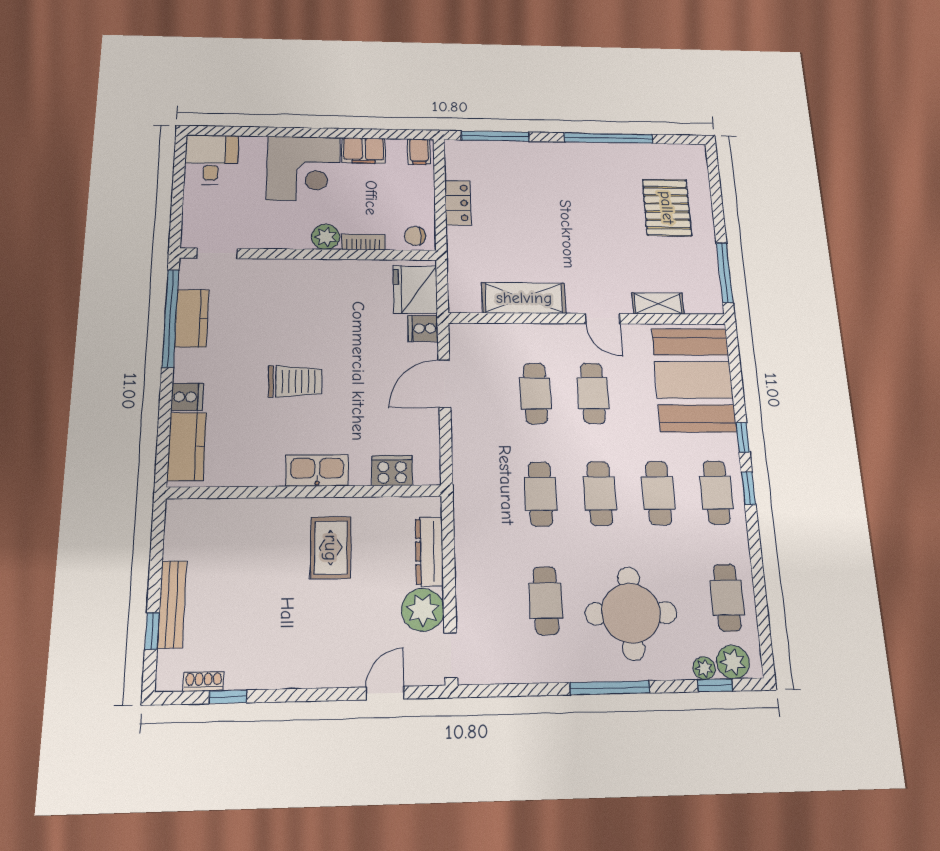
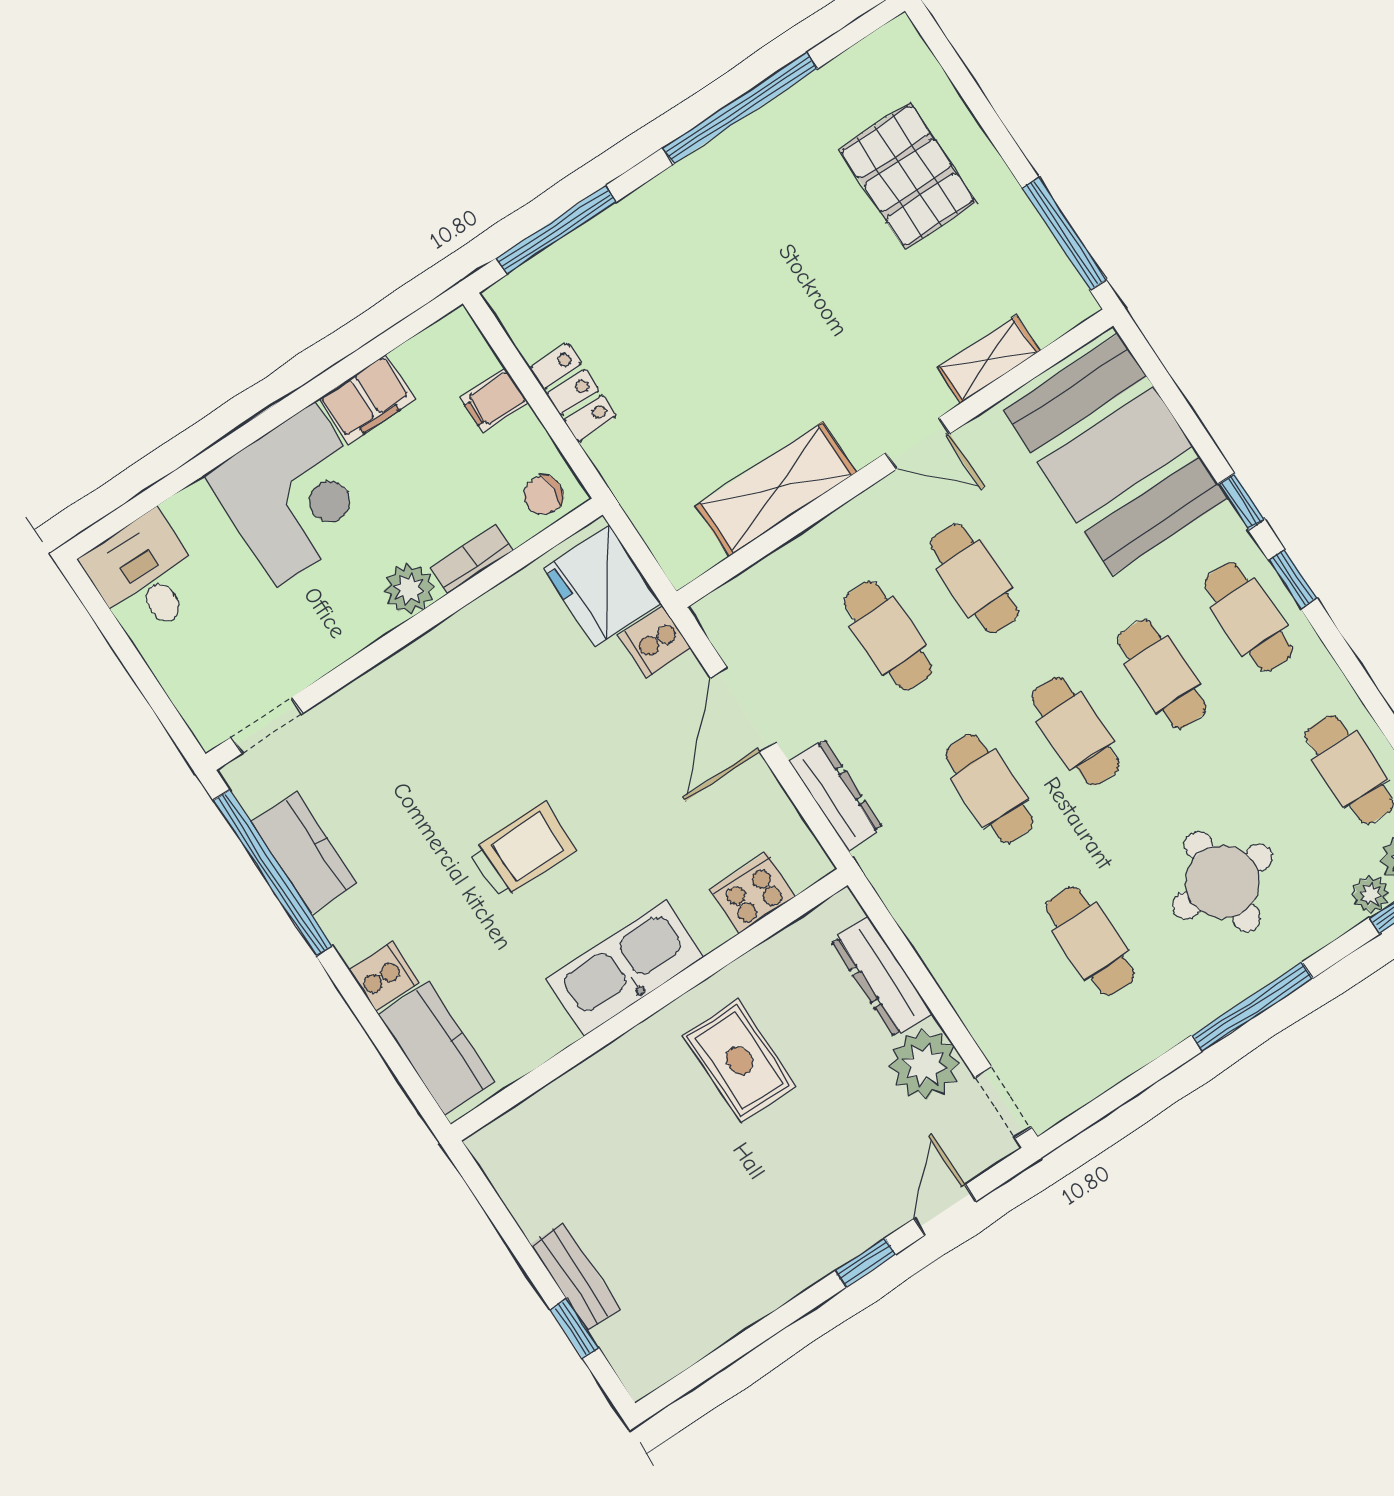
filing cabinet: (419, 152) -> (494, 400), moved, turned 90
dresser: (464, 450) -> (836, 794), added
kitchen sink: (317, 470) -> (625, 968), width x1.36, depth x1.24
bench: (172, 604) -> (575, 1277), width x0.73
round table: (631, 613) -> (1223, 882), width x0.73, depth x0.73
shoe rack: (204, 681) -> (690, 1349), removed
window: (228, 697) -> (866, 1262), moved

